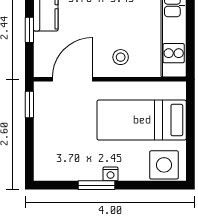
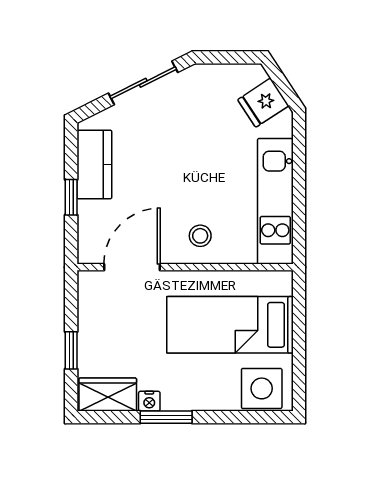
window: (29, 104) -> (71, 350), moved
wardrobe: (55, 169) -> (108, 394), added
nightstand: (111, 174) -> (149, 401), moved

